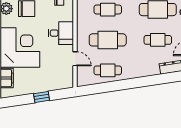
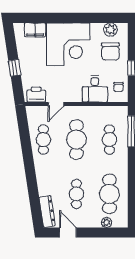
desk: (61, 33) -> (95, 89), moved
printer: (66, 77) -> (36, 95), added

